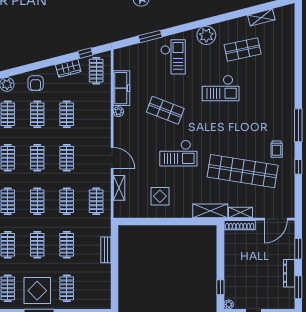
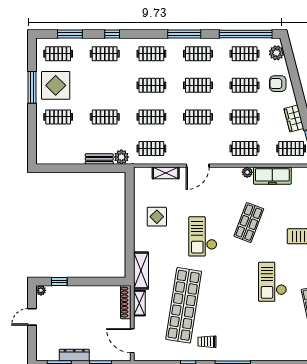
plant: (104, 229) -> (121, 157), added
clothes rail: (37, 245) -> (245, 148), moved

